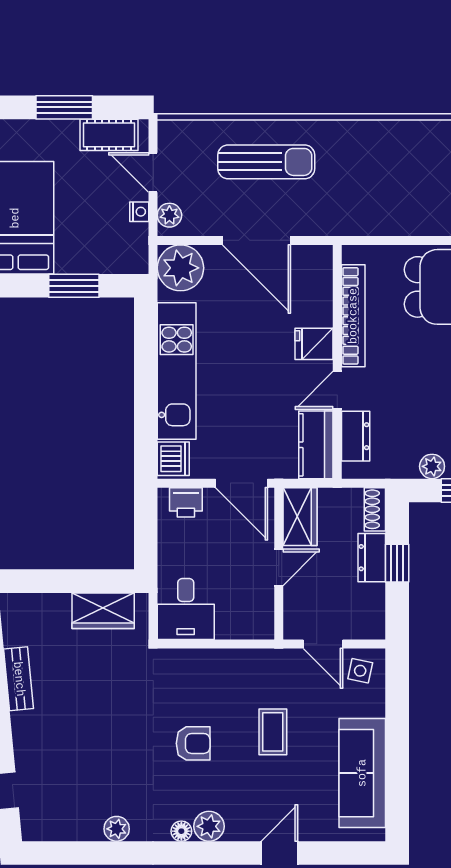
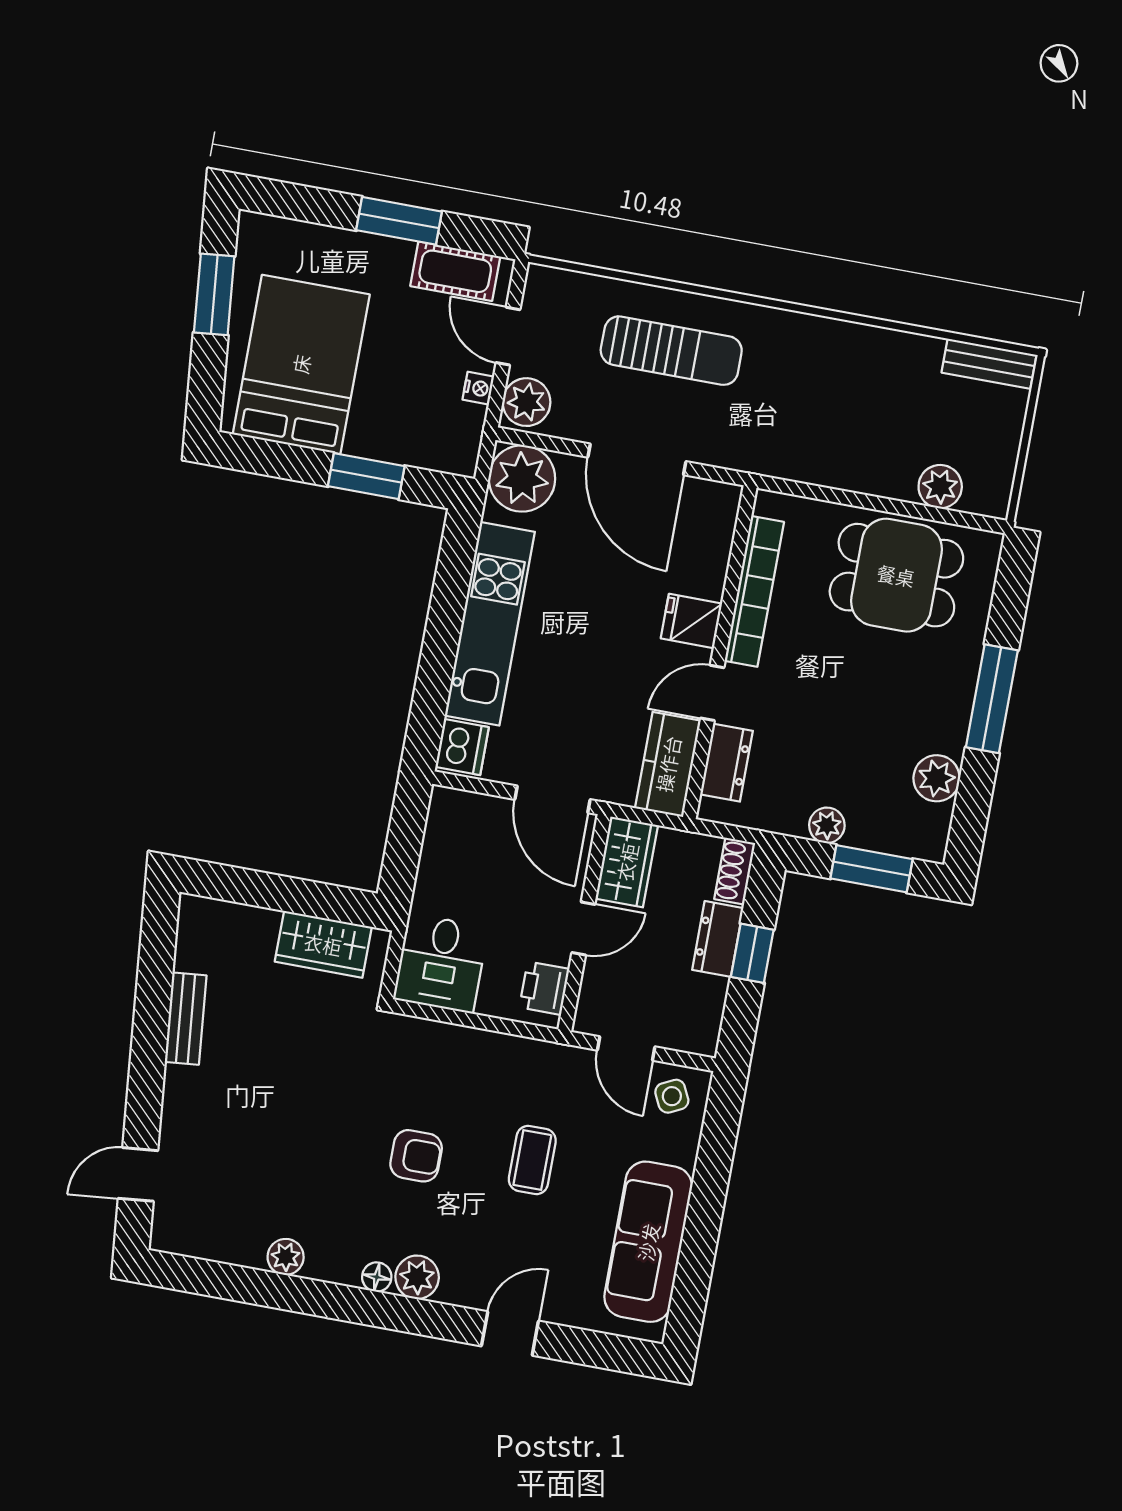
plant: (169, 215) -> (526, 402), width x1.38, depth x1.38
printer: (186, 502) -> (544, 988), moved, turned 90
side table: (360, 671) -> (672, 1096), turned -38

